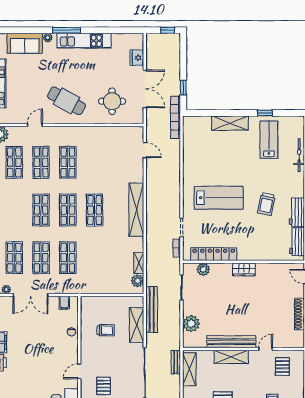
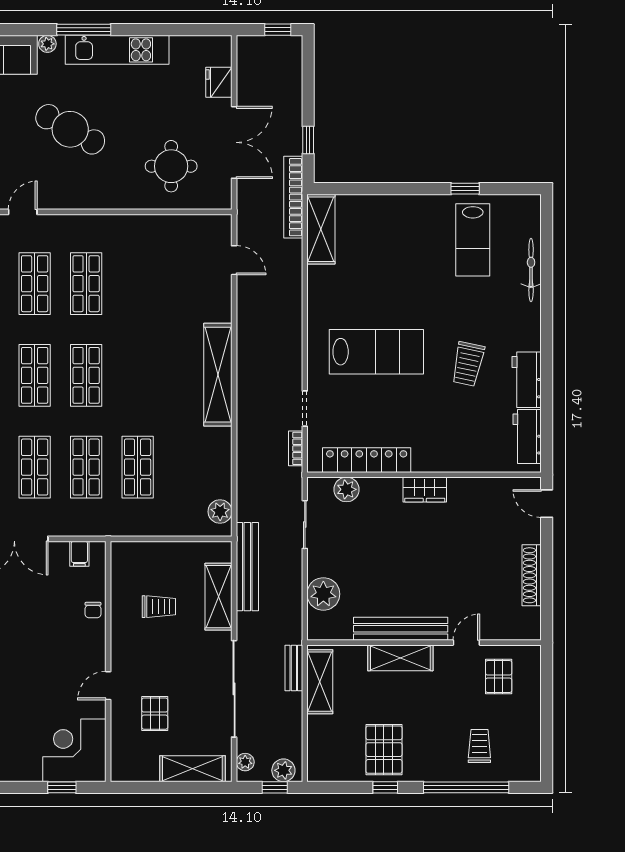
cafe table: (66, 101) -> (70, 129), moved
shelving: (230, 123) -> (321, 229), moved, turned 90
lab bench: (269, 140) -> (473, 240), turned 180
shop shelf: (95, 210) -> (138, 467), moved
shelving: (139, 263) -> (223, 477), removed

